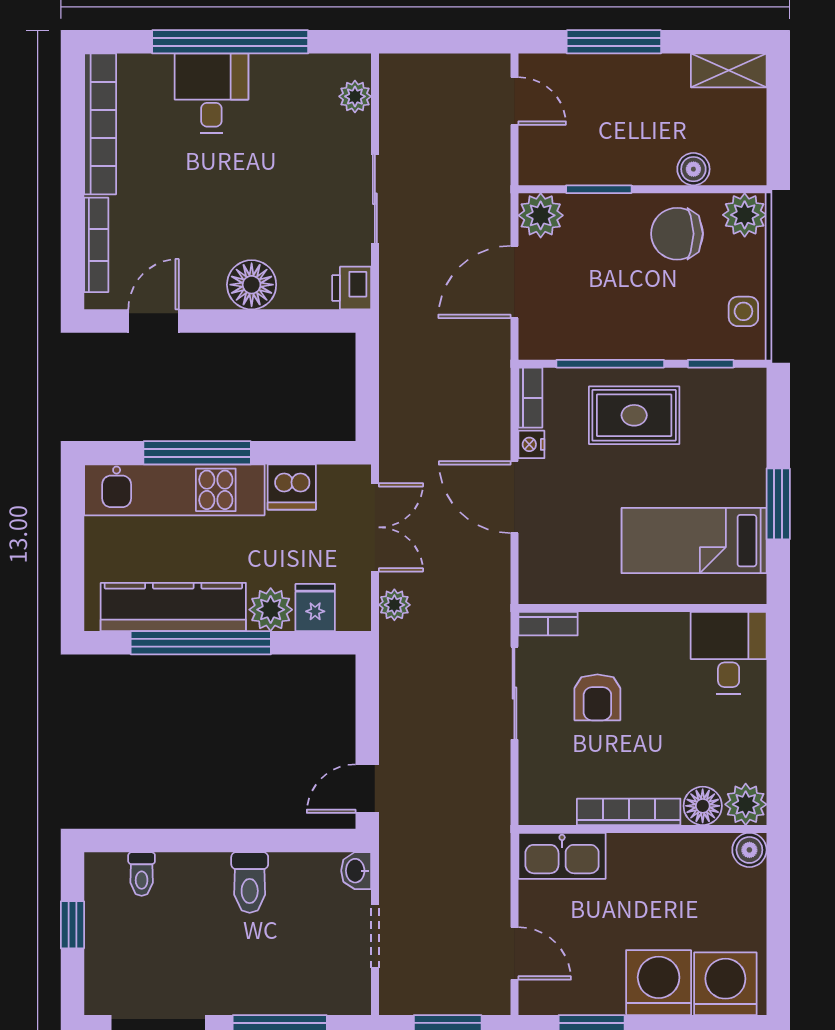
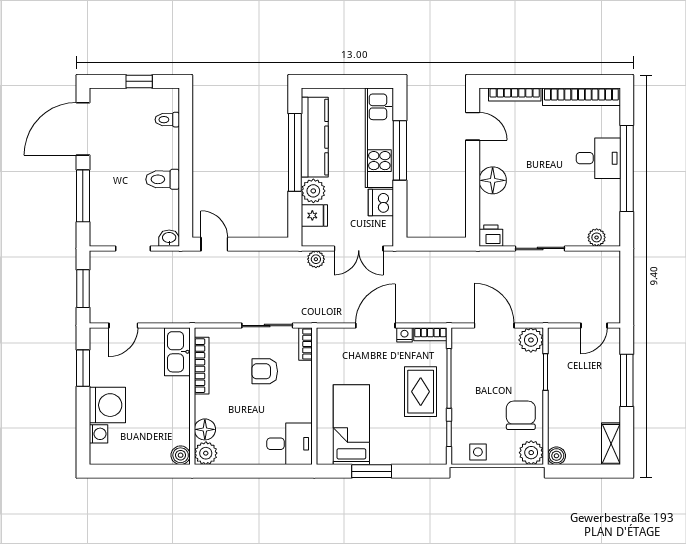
boiler: (693, 169) -> (556, 456), moved
bookcase: (629, 812) -> (202, 366), moved
washing machine: (725, 984) -> (99, 434), width x0.53, depth x0.53

